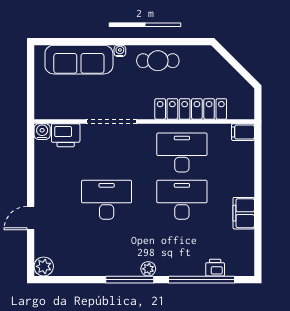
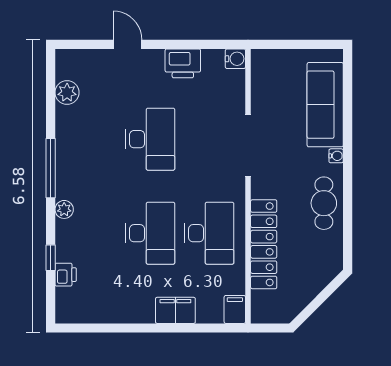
printer: (66, 135) -> (183, 63), moved, turned -90
filing cabinet: (244, 213) -> (175, 310), moved
plant: (44, 266) -> (67, 93), moved
plant: (148, 269) -> (64, 209), moved
window: (202, 280) -> (51, 258), width x0.32

